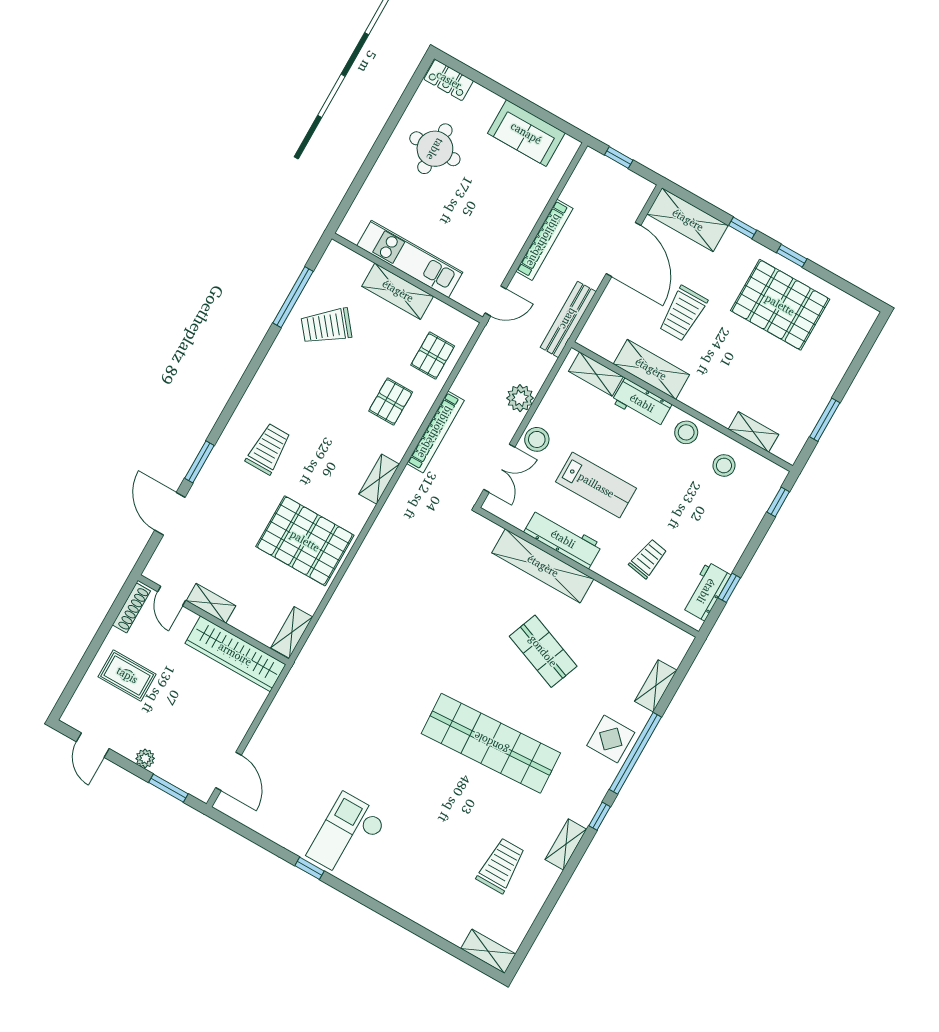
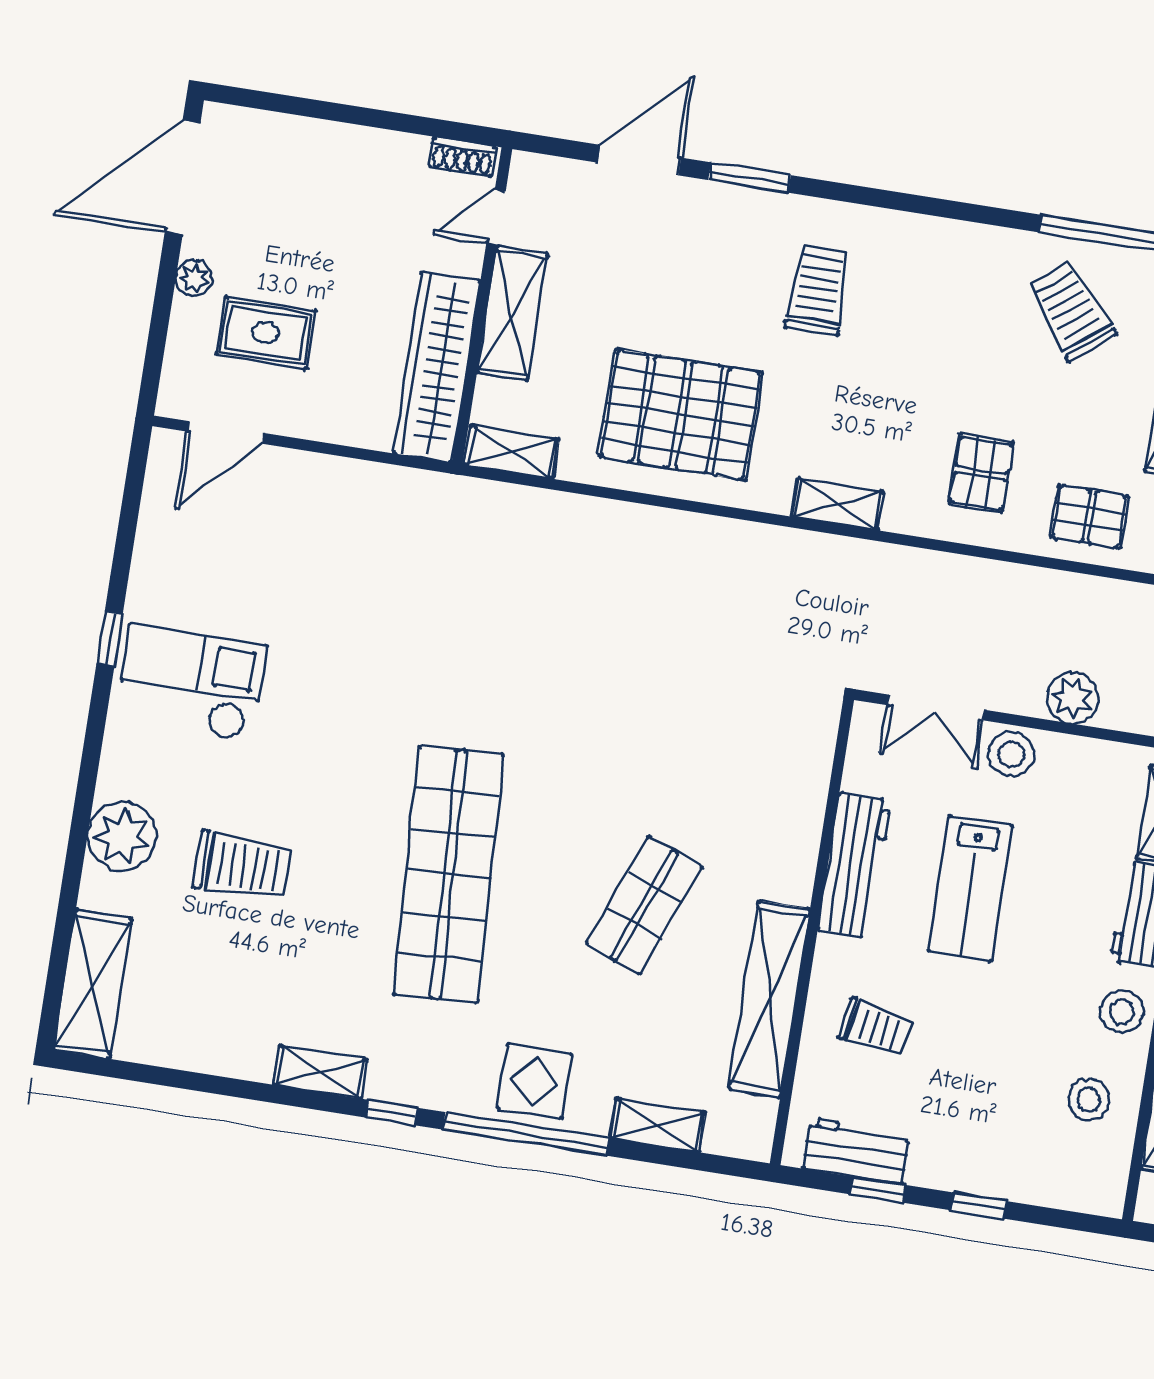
pallet: (391, 401) -> (981, 473), turned 90
bookcase: (435, 432) -> (957, 572), removed
trolley: (268, 449) -> (818, 290), turned -90
window: (778, 502) -> (979, 1206), moved
pallet: (305, 541) -> (681, 415), turned 90
shelving: (543, 566) -> (769, 999), moved
shelving: (211, 603) -> (512, 313), width x1.50, depth x1.33
shoe rack: (131, 608) -> (462, 157), width x0.70
rug: (127, 675) -> (266, 333), moved, turned 90
door: (93, 745) -> (183, 177), width x1.88
window: (168, 788) -> (157, 338), removed
trolley: (501, 866) -> (242, 866), moved
plant: (411, 899) -> (122, 836), added
shelving: (488, 951) -> (93, 984), width x1.50, depth x1.33

